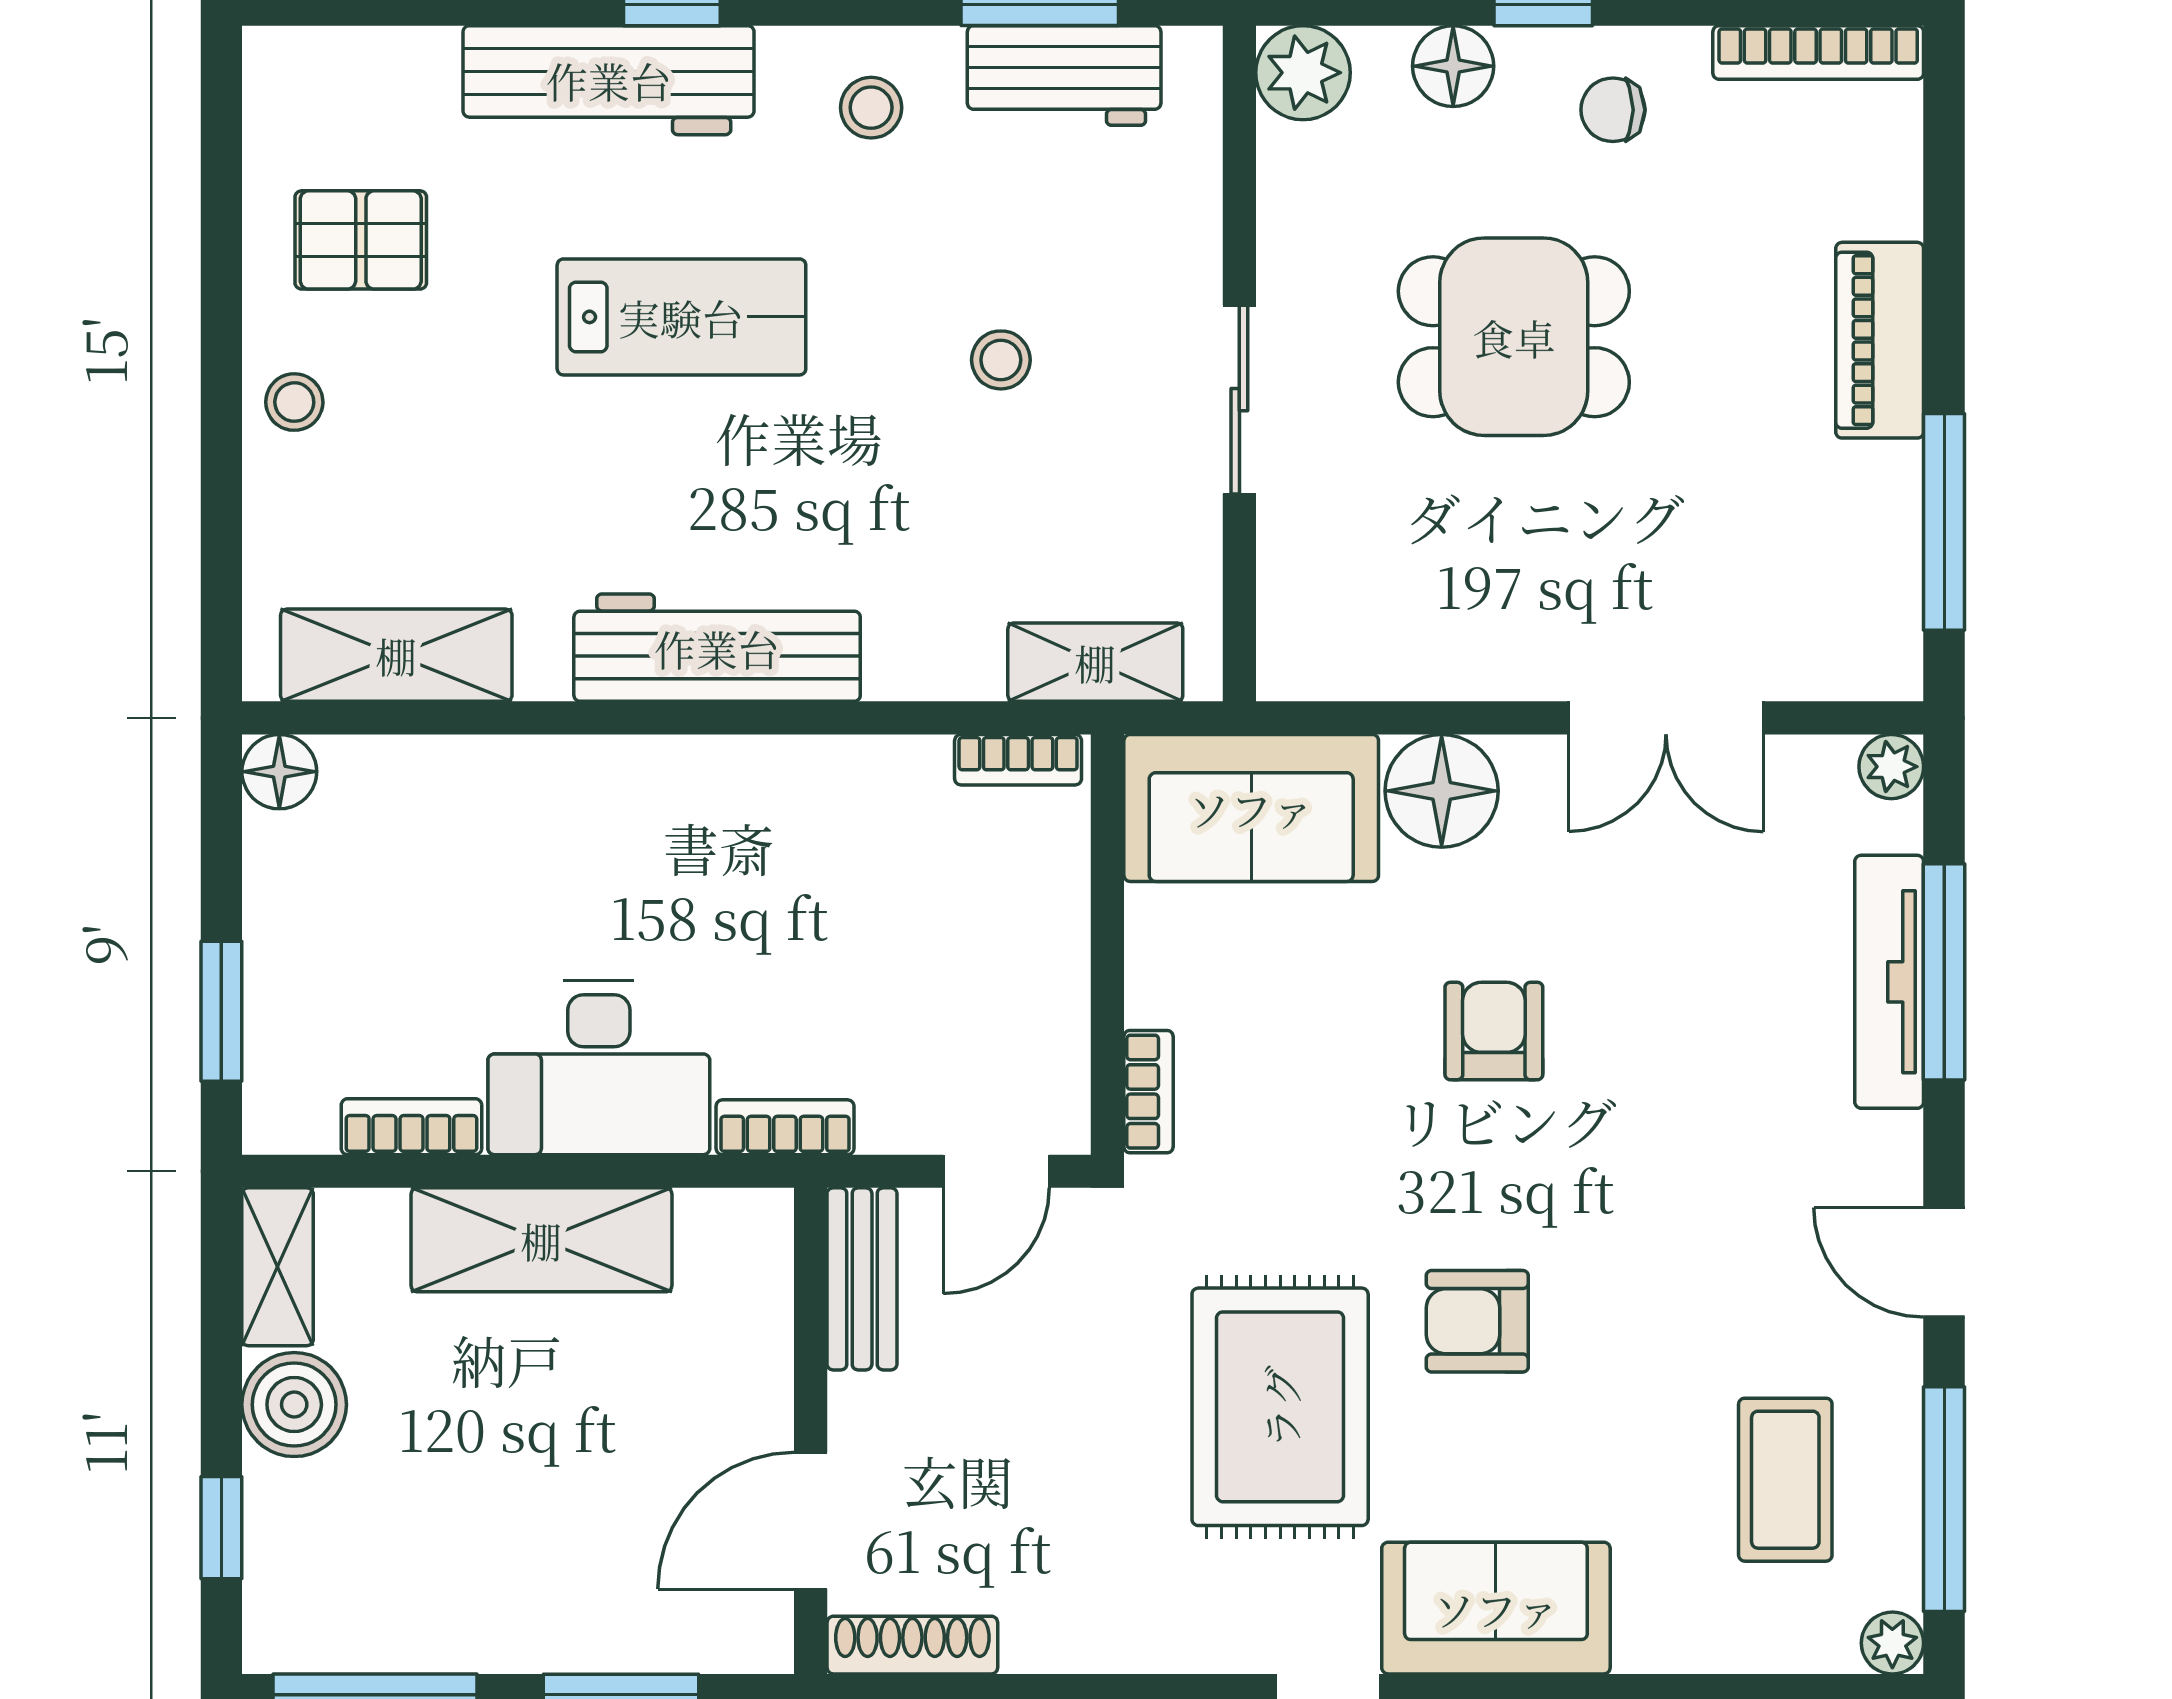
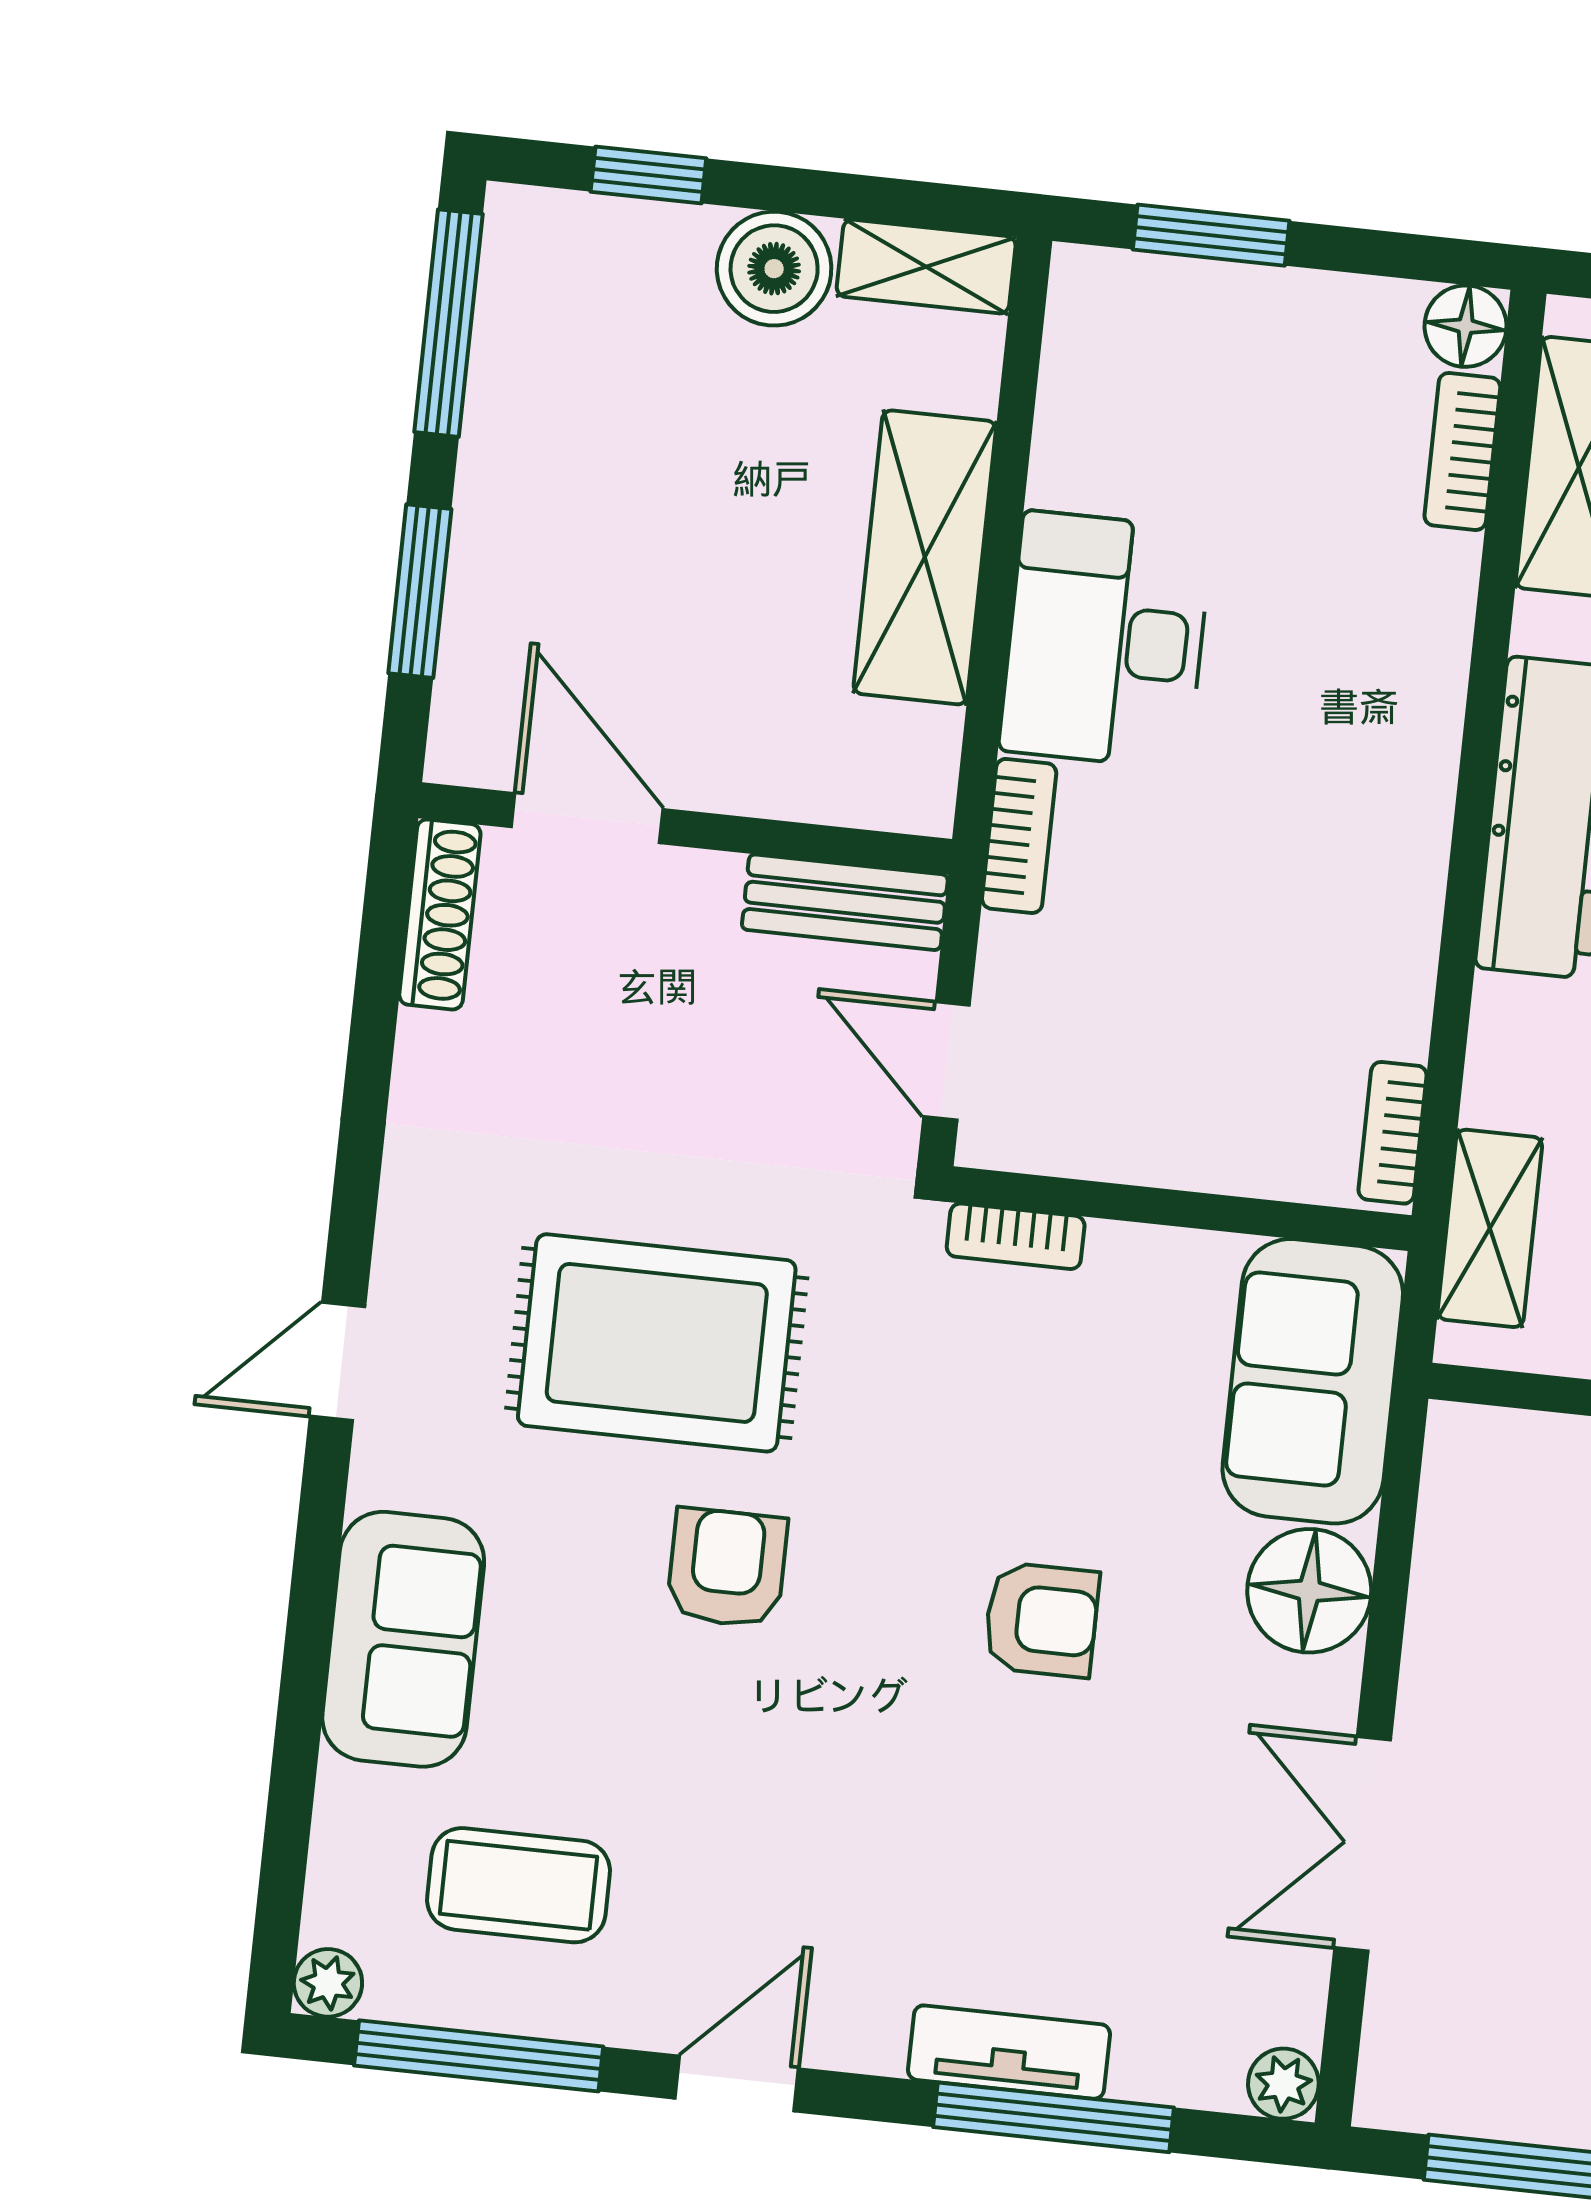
tv unit: (1889, 982) -> (1009, 2052), width x0.71
bookcase: (411, 1127) -> (1462, 451), moved, turned 180
sofa: (1496, 1608) -> (403, 1639), moved

